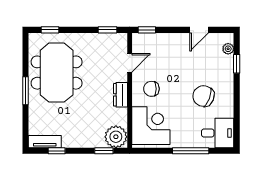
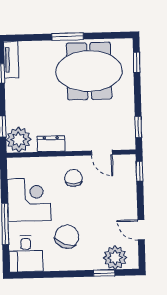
plant: (228, 49) -> (115, 258), width x1.88, depth x1.88
dresser: (120, 95) -> (51, 144), moved
corner desk: (151, 126) -> (29, 200), moved, turned -90

